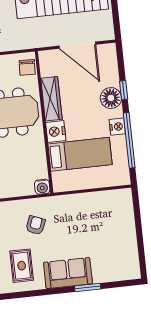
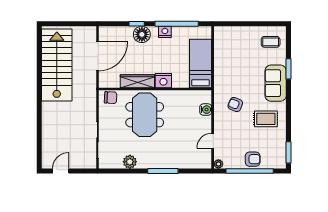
bed: (80, 154) -> (201, 63), moved
water cooler: (42, 187) -> (206, 110), moved
coffee table: (119, 261) -> (271, 42), added

